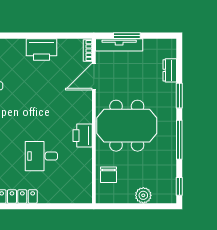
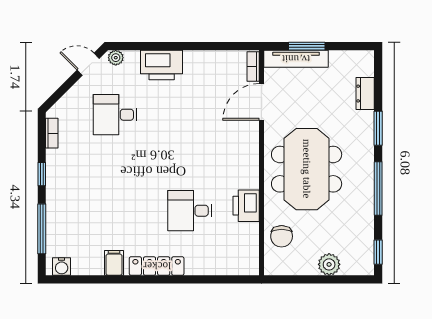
printer: (42, 49) -> (162, 65), moved
meeting table: (127, 126) -> (307, 169), turned 90
printer: (83, 136) -> (246, 206), moved

